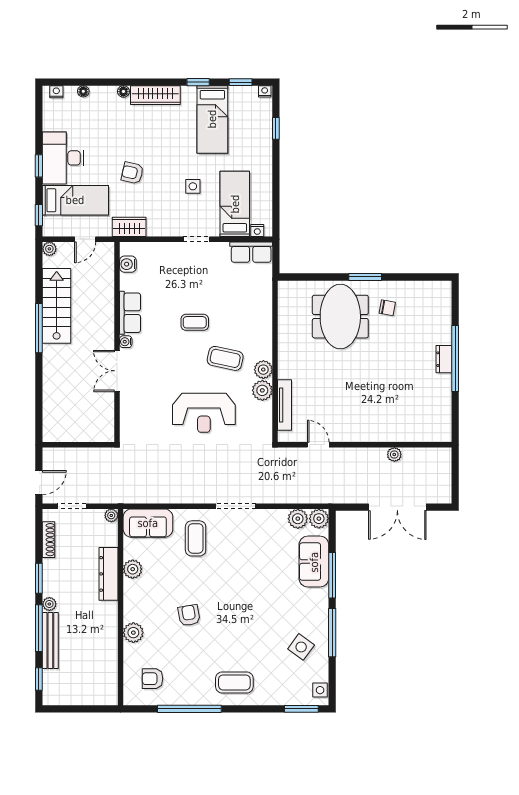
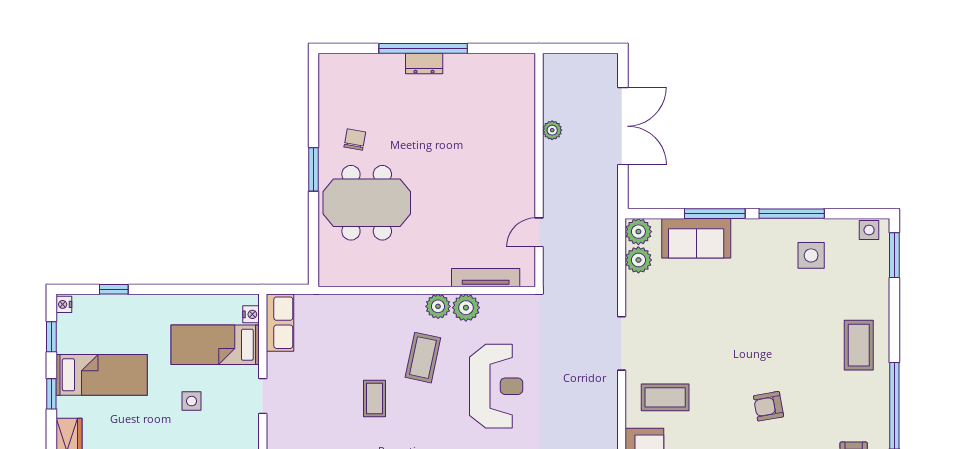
side table: (301, 647) -> (811, 255), turned -36

